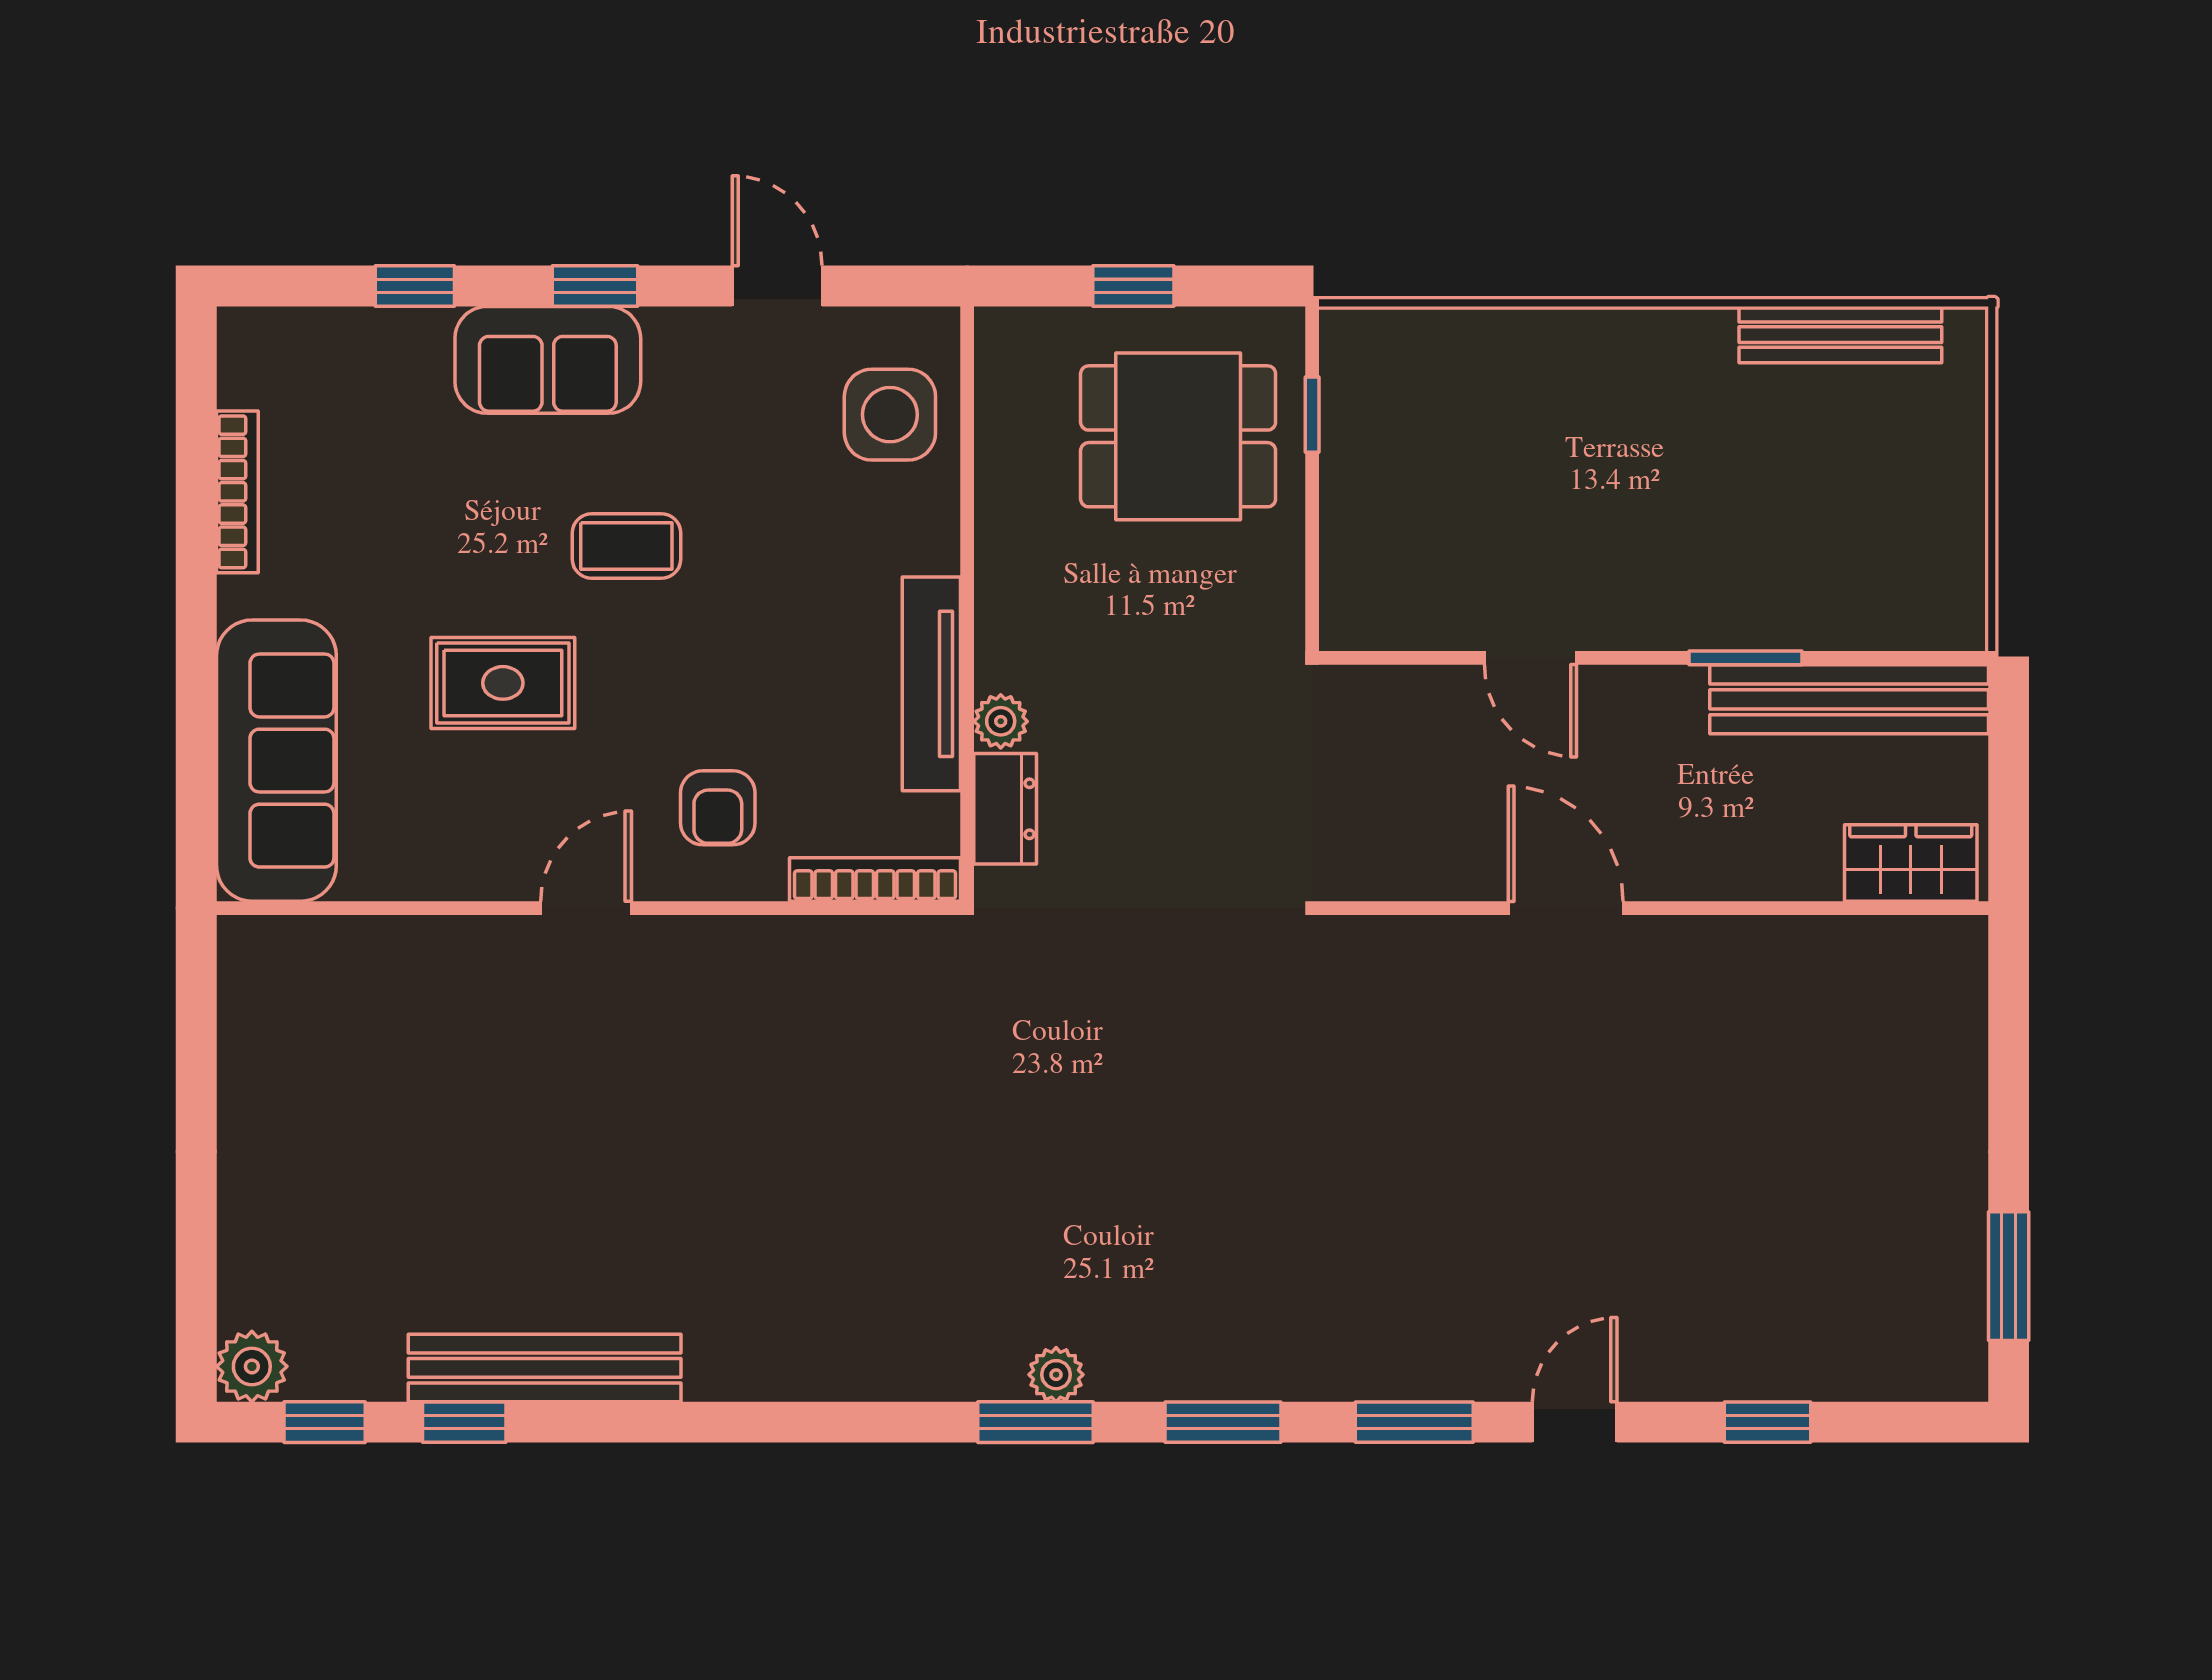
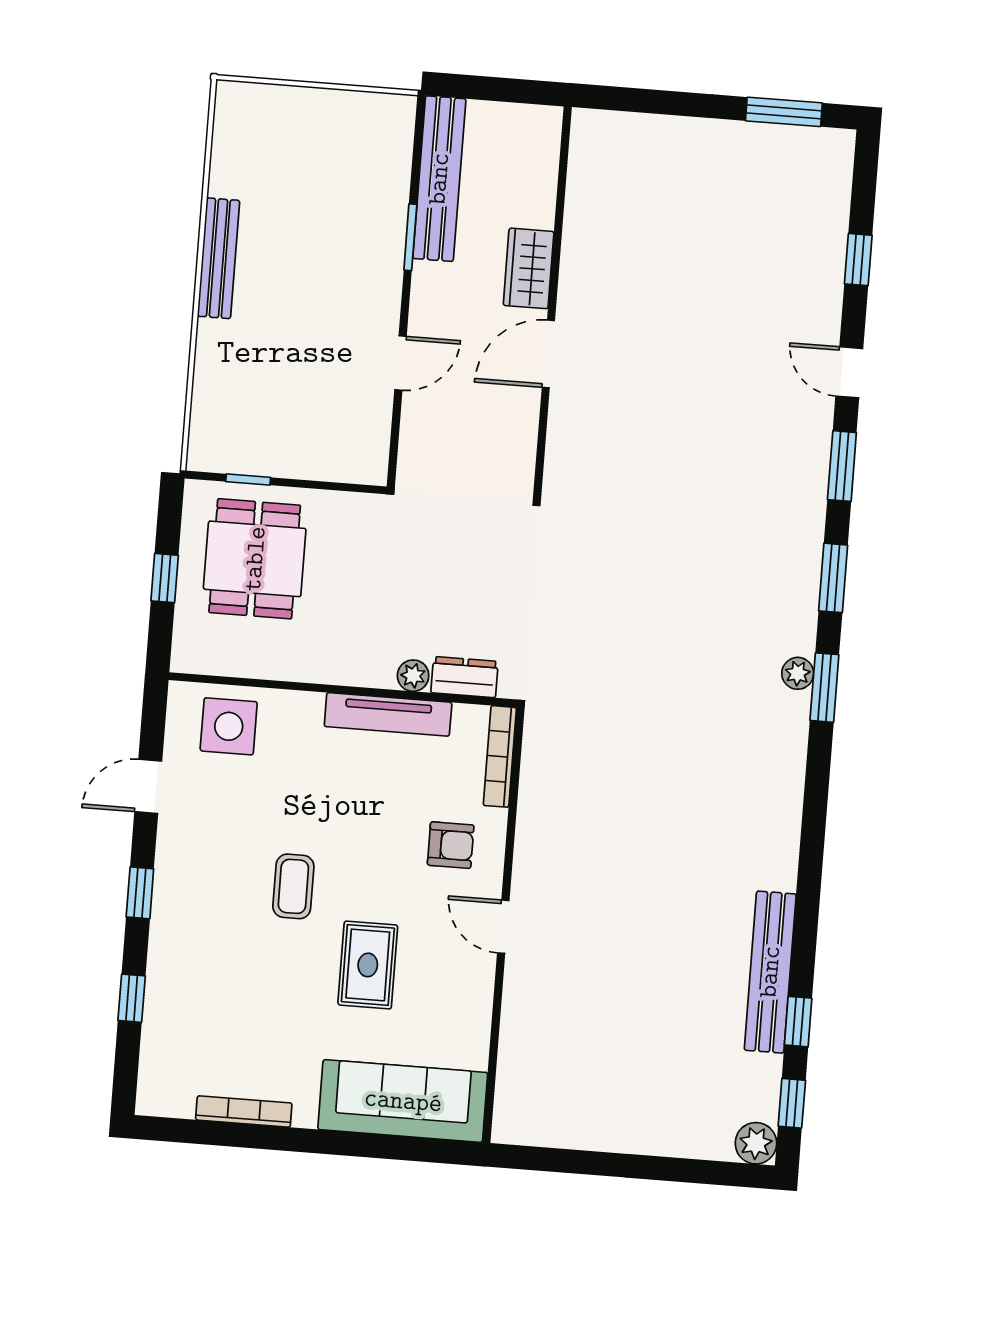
bench: (1840, 335) -> (218, 258), moved
sofa: (548, 360) -> (181, 924), removed
wardrobe: (1911, 863) -> (529, 268), moved

